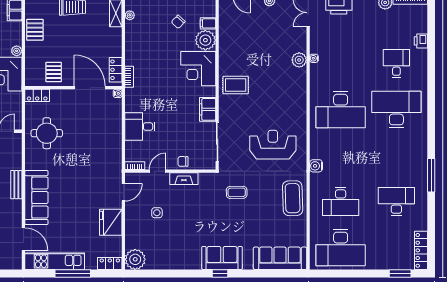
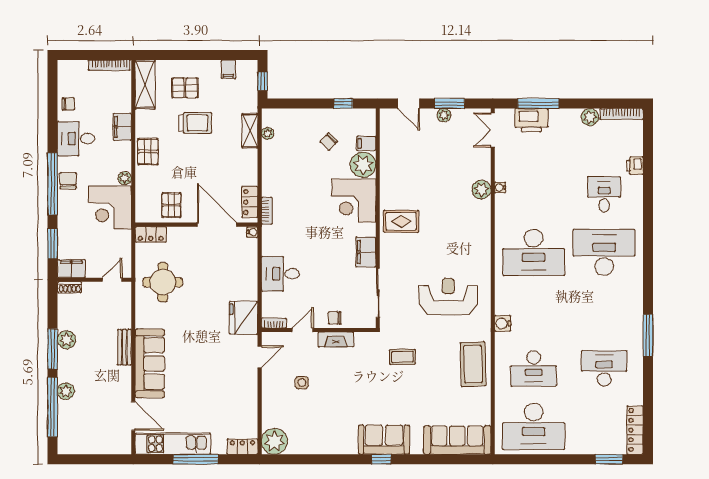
fridge: (111, 222) -> (244, 318), moved

